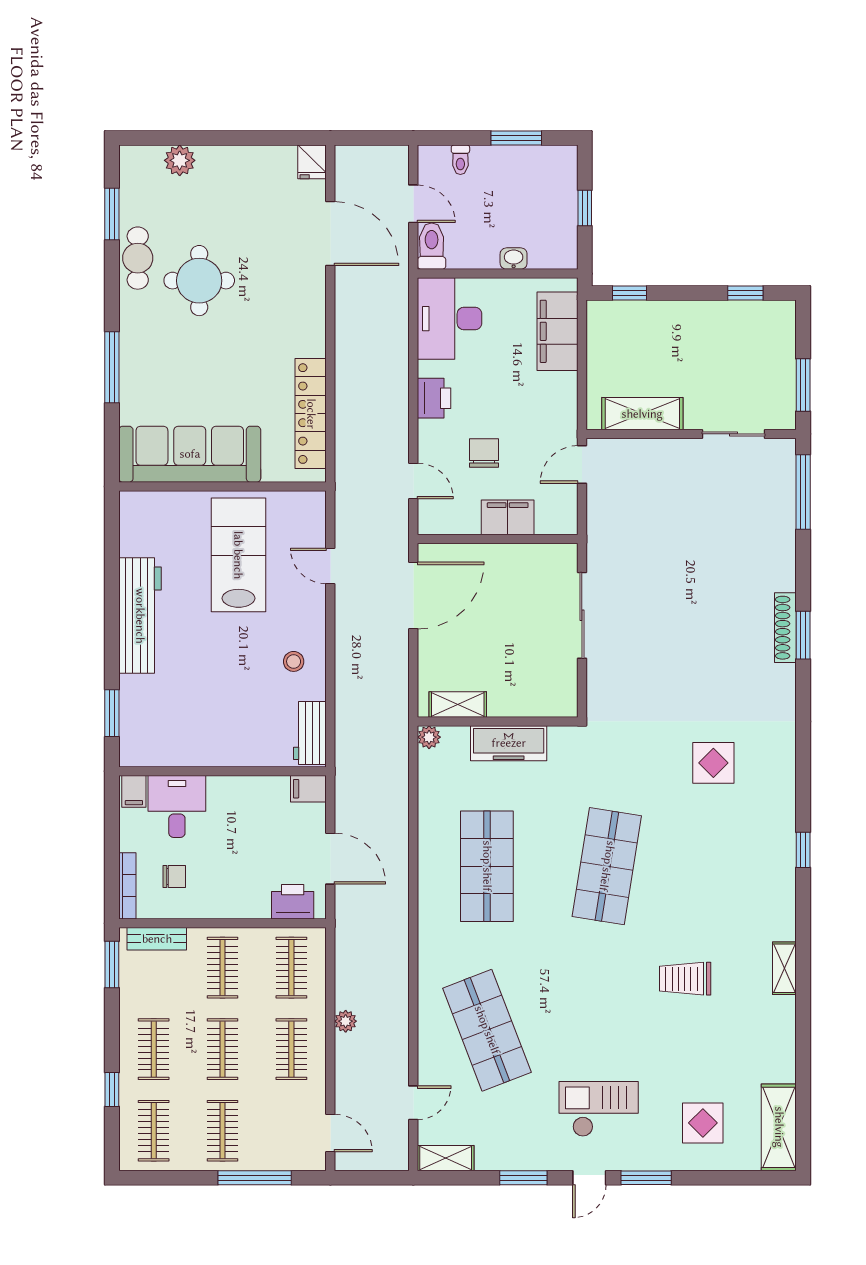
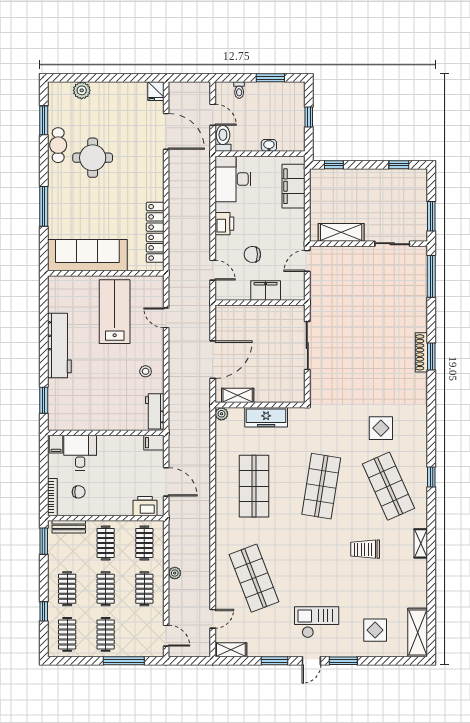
chair: (484, 453) -> (252, 254), turned -90
door: (413, 596) -> (213, 360), moved
shop shelf: (727, 866) -> (388, 486), added

